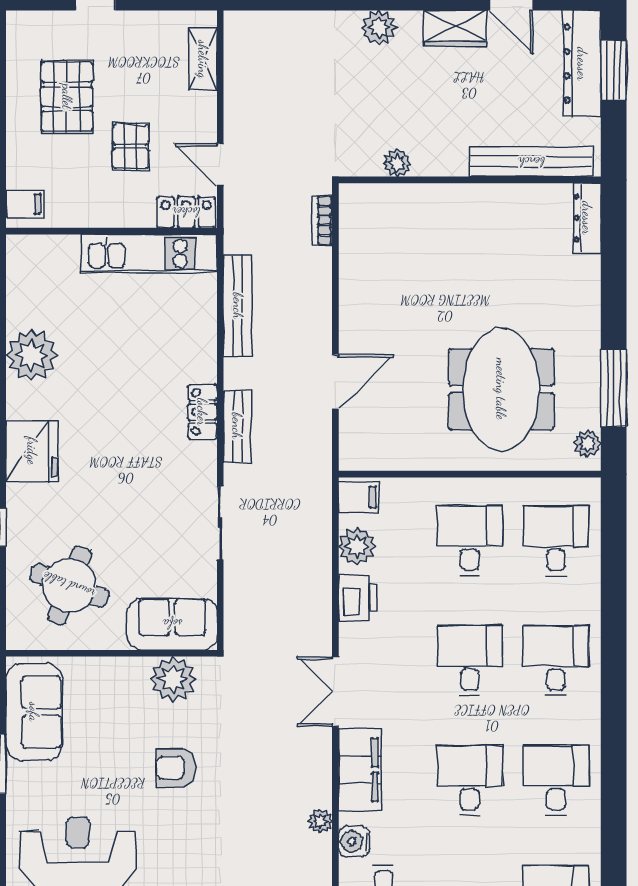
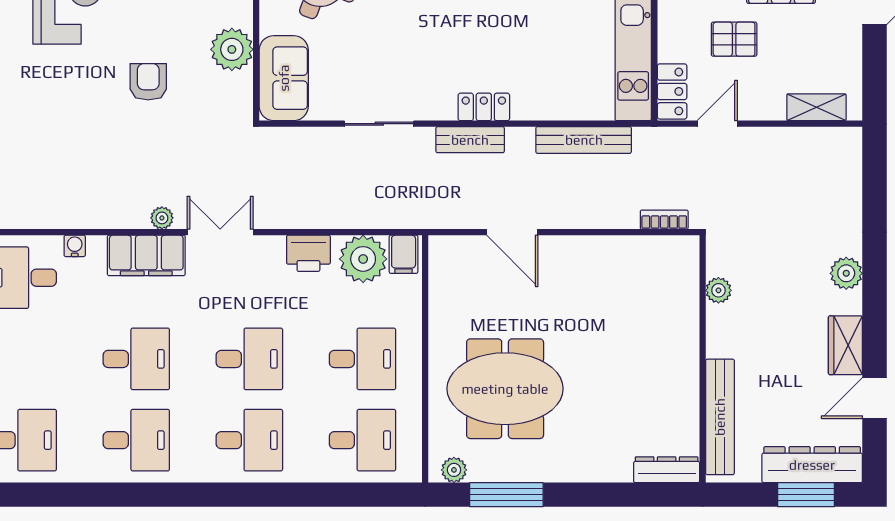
plant: (357, 547) -> (363, 259), width x1.36, depth x1.36
plant: (173, 679) -> (232, 49), moved
plant: (320, 821) -> (162, 218), moved
water cooler: (354, 841) -> (75, 246), width x0.72, depth x0.72

